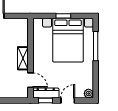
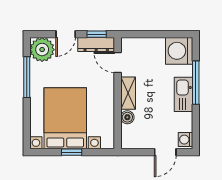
boiler: (23, 41) -> (127, 117), added
window: (96, 46) -> (27, 77), moved
plant: (89, 94) -> (42, 50), width x1.87, depth x1.87

